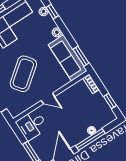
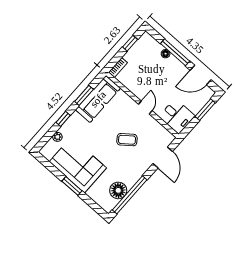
window: (52, 12) -> (63, 119), moved
plant: (57, 32) -> (75, 117), removed
window: (81, 56) -> (84, 95), moved
coffee table: (23, 74) -> (127, 140), width x0.54, depth x0.58

